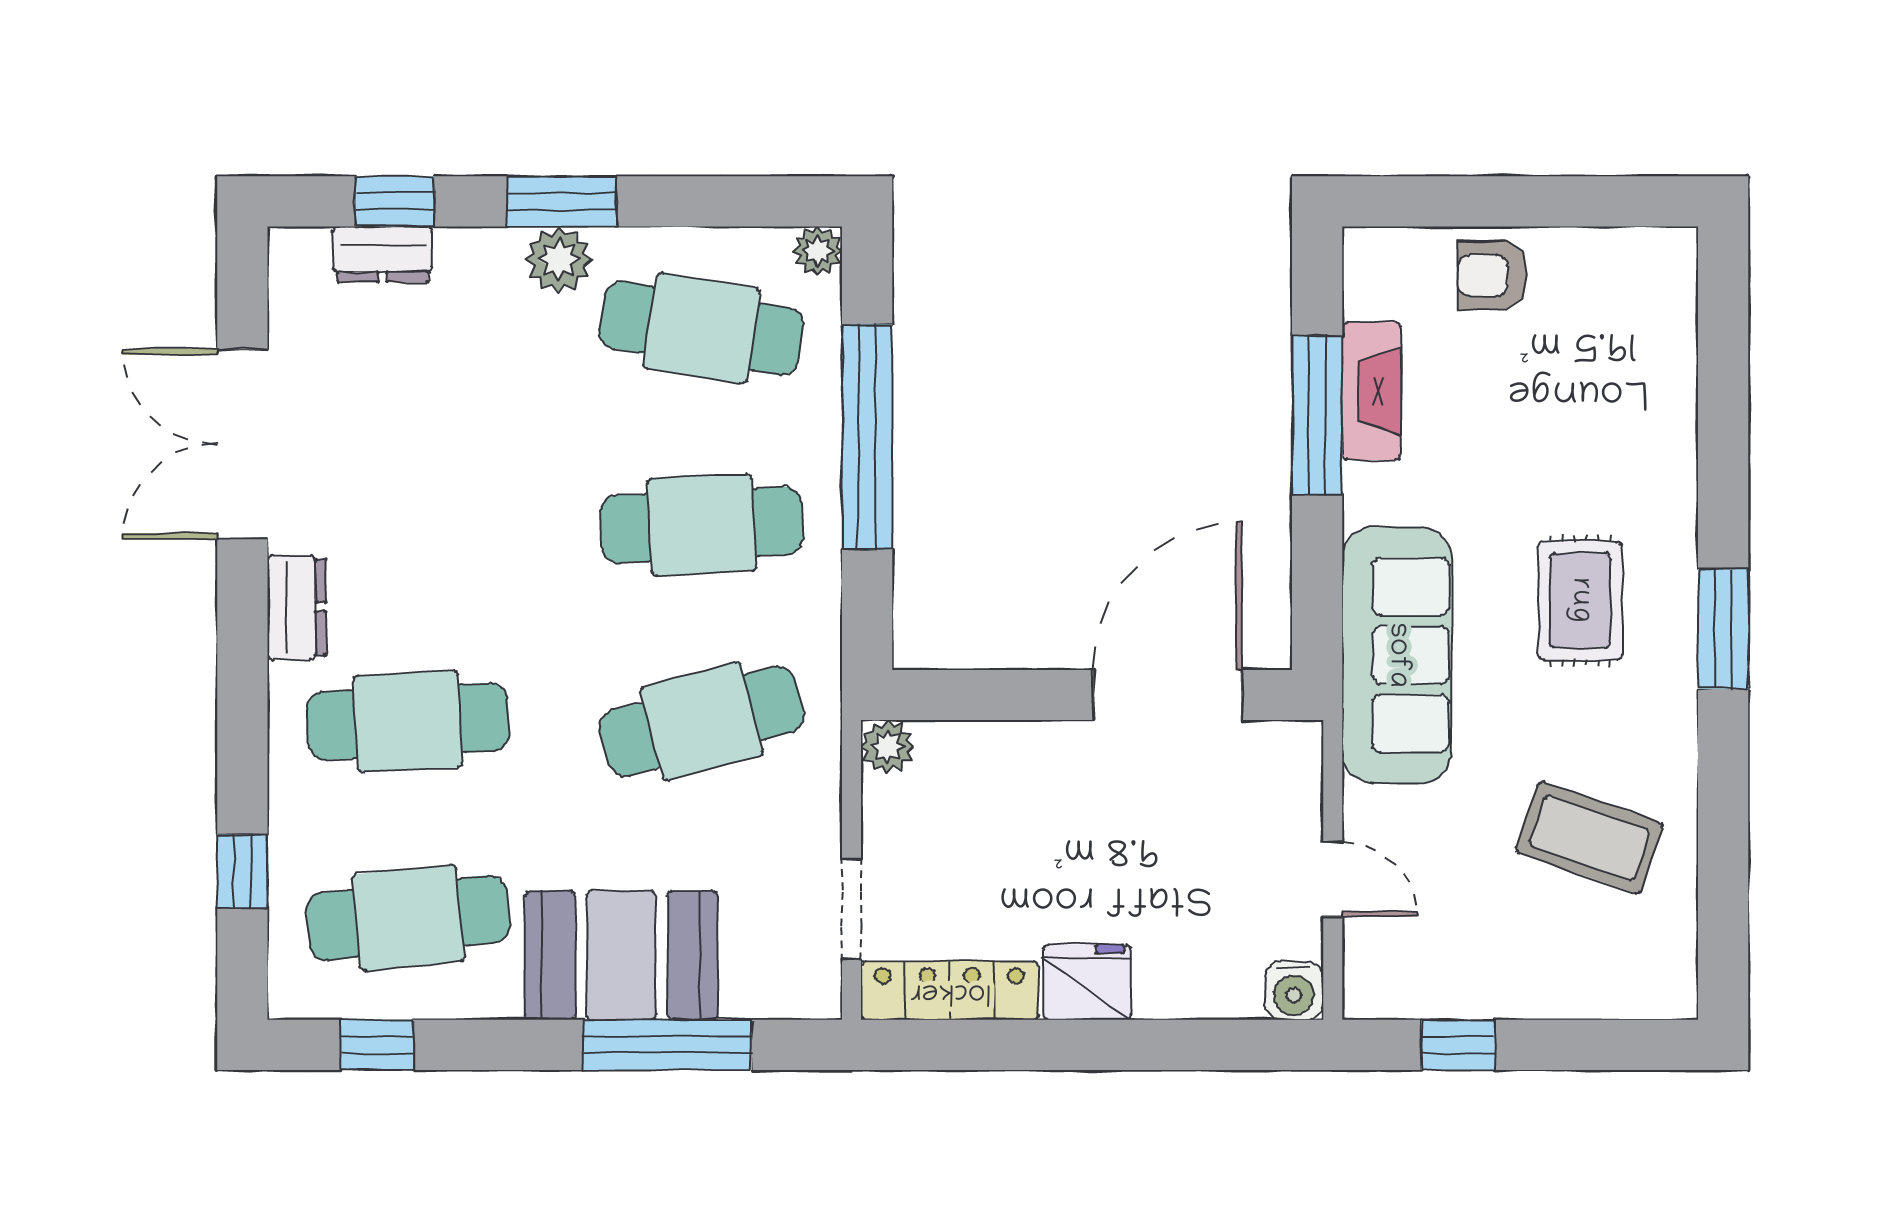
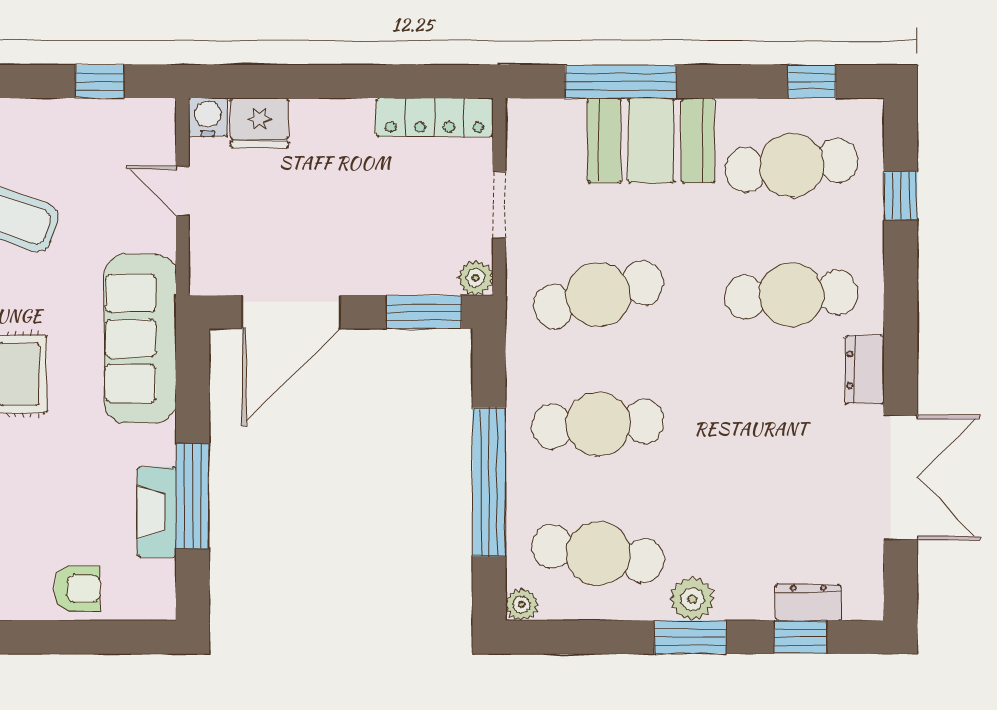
window: (966, 695) -> (424, 312), added
doorway: (852, 909) -> (499, 205), moved
fridge: (1087, 982) -> (259, 123), moved

